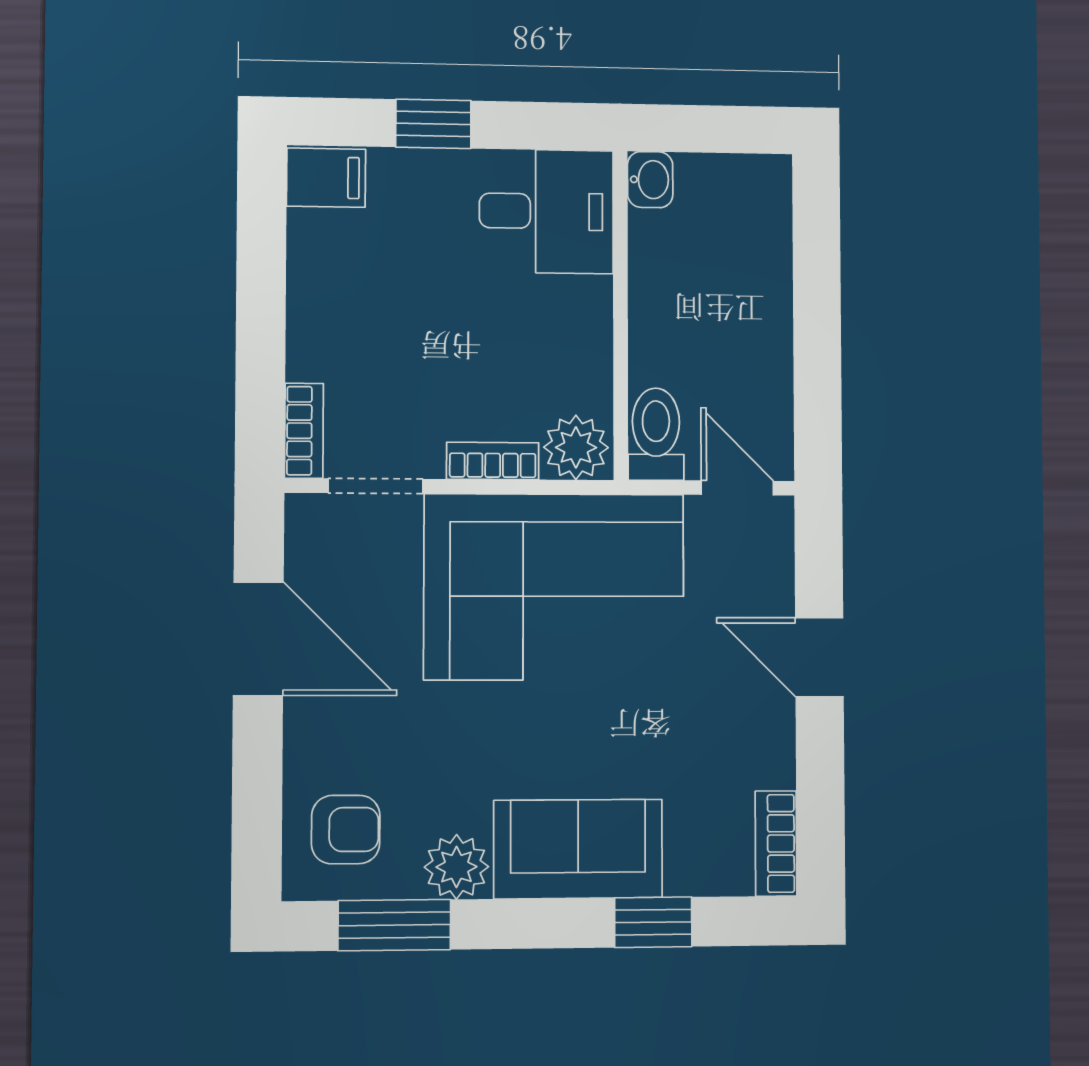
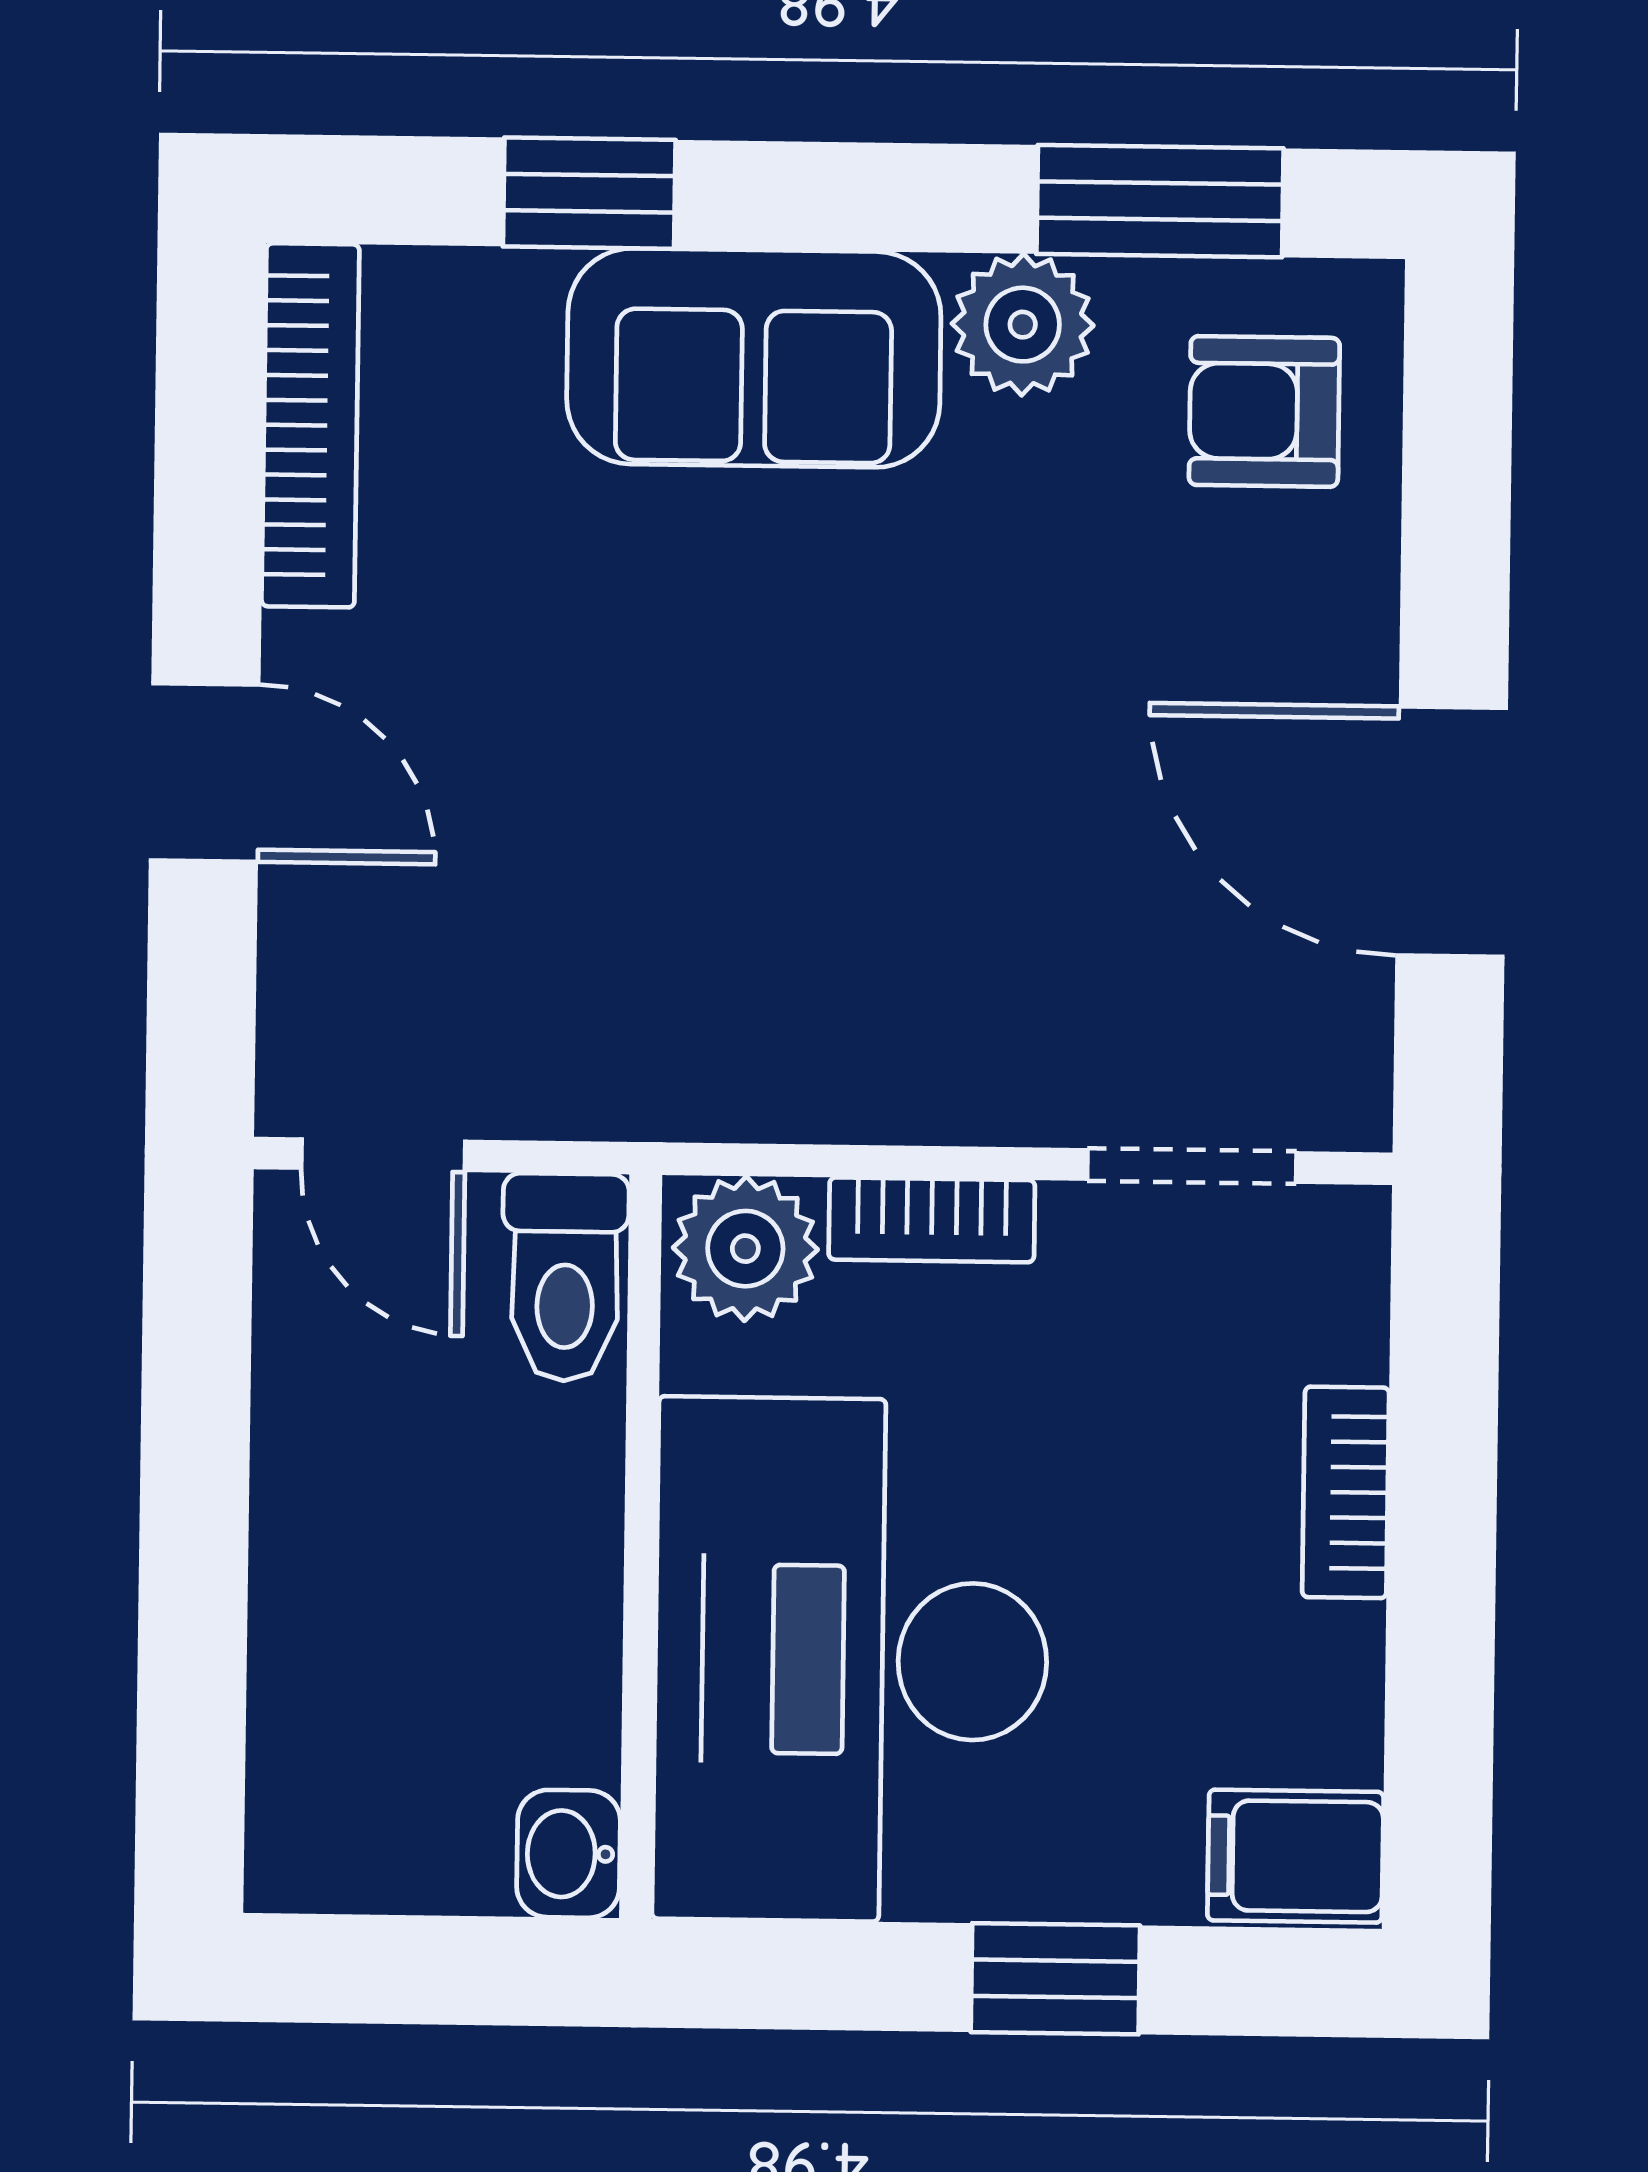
desk: (546, 211) -> (851, 1660), width x1.87, depth x1.30
bookcase: (304, 431) -> (1346, 1492), moved
corner sofa: (554, 587) -> (798, 938), removed
bookcase: (776, 843) -> (310, 425), width x1.56

